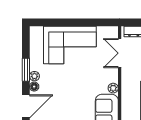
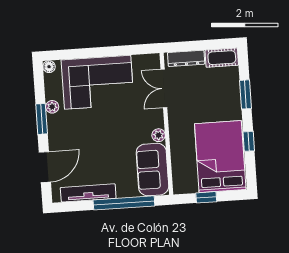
plant: (34, 76) -> (52, 107), moved
floor lamp: (34, 87) -> (49, 67), moved

